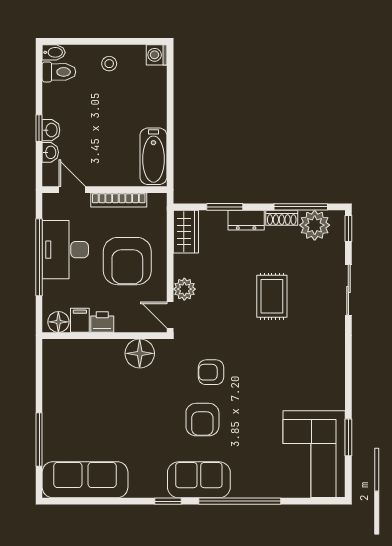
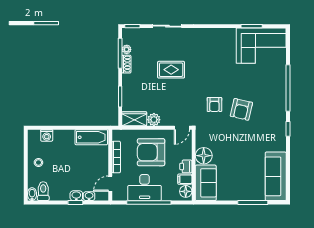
washing machine: (157, 55) -> (47, 135), moved
dresser: (246, 220) -> (128, 84), removed
plant: (315, 225) -> (127, 49), width x0.53, depth x0.53
armchair: (127, 261) -> (151, 152), turned 180
plant: (184, 289) -> (154, 120), moved
floor lamp: (140, 353) -> (204, 156), moved
armchair: (202, 420) -> (241, 109), turned 103
sofa: (199, 480) -> (206, 183), moved, turned 180

